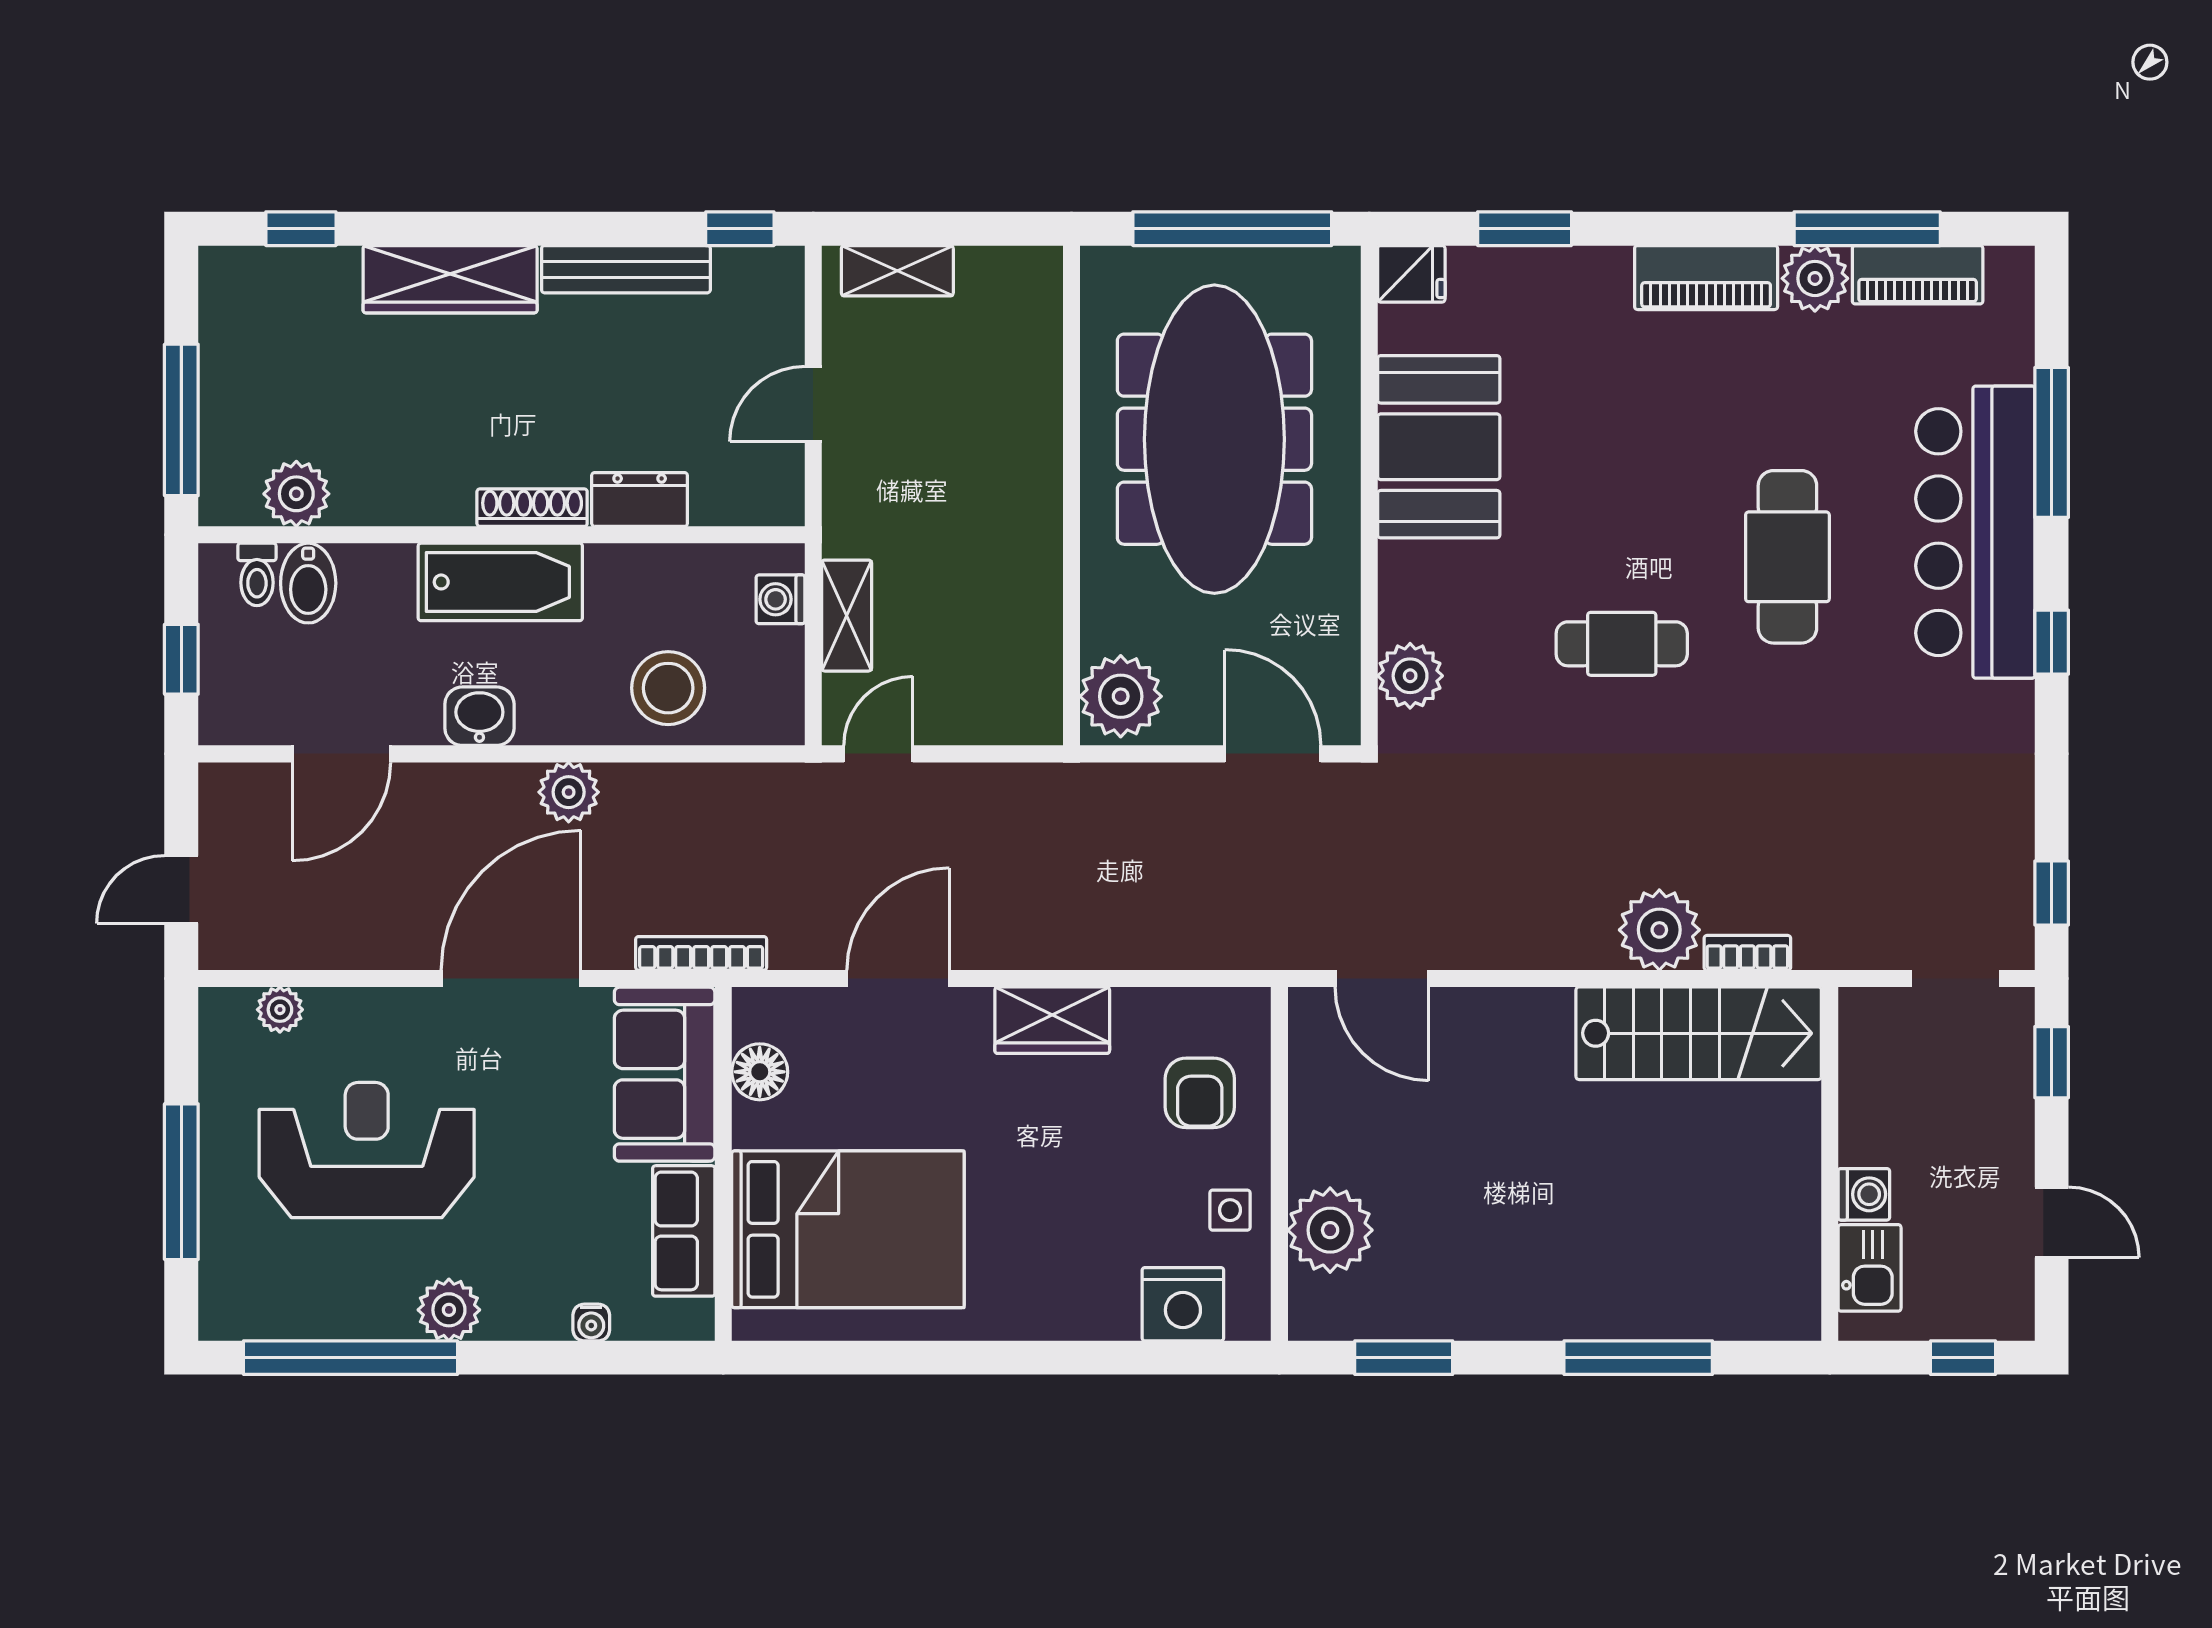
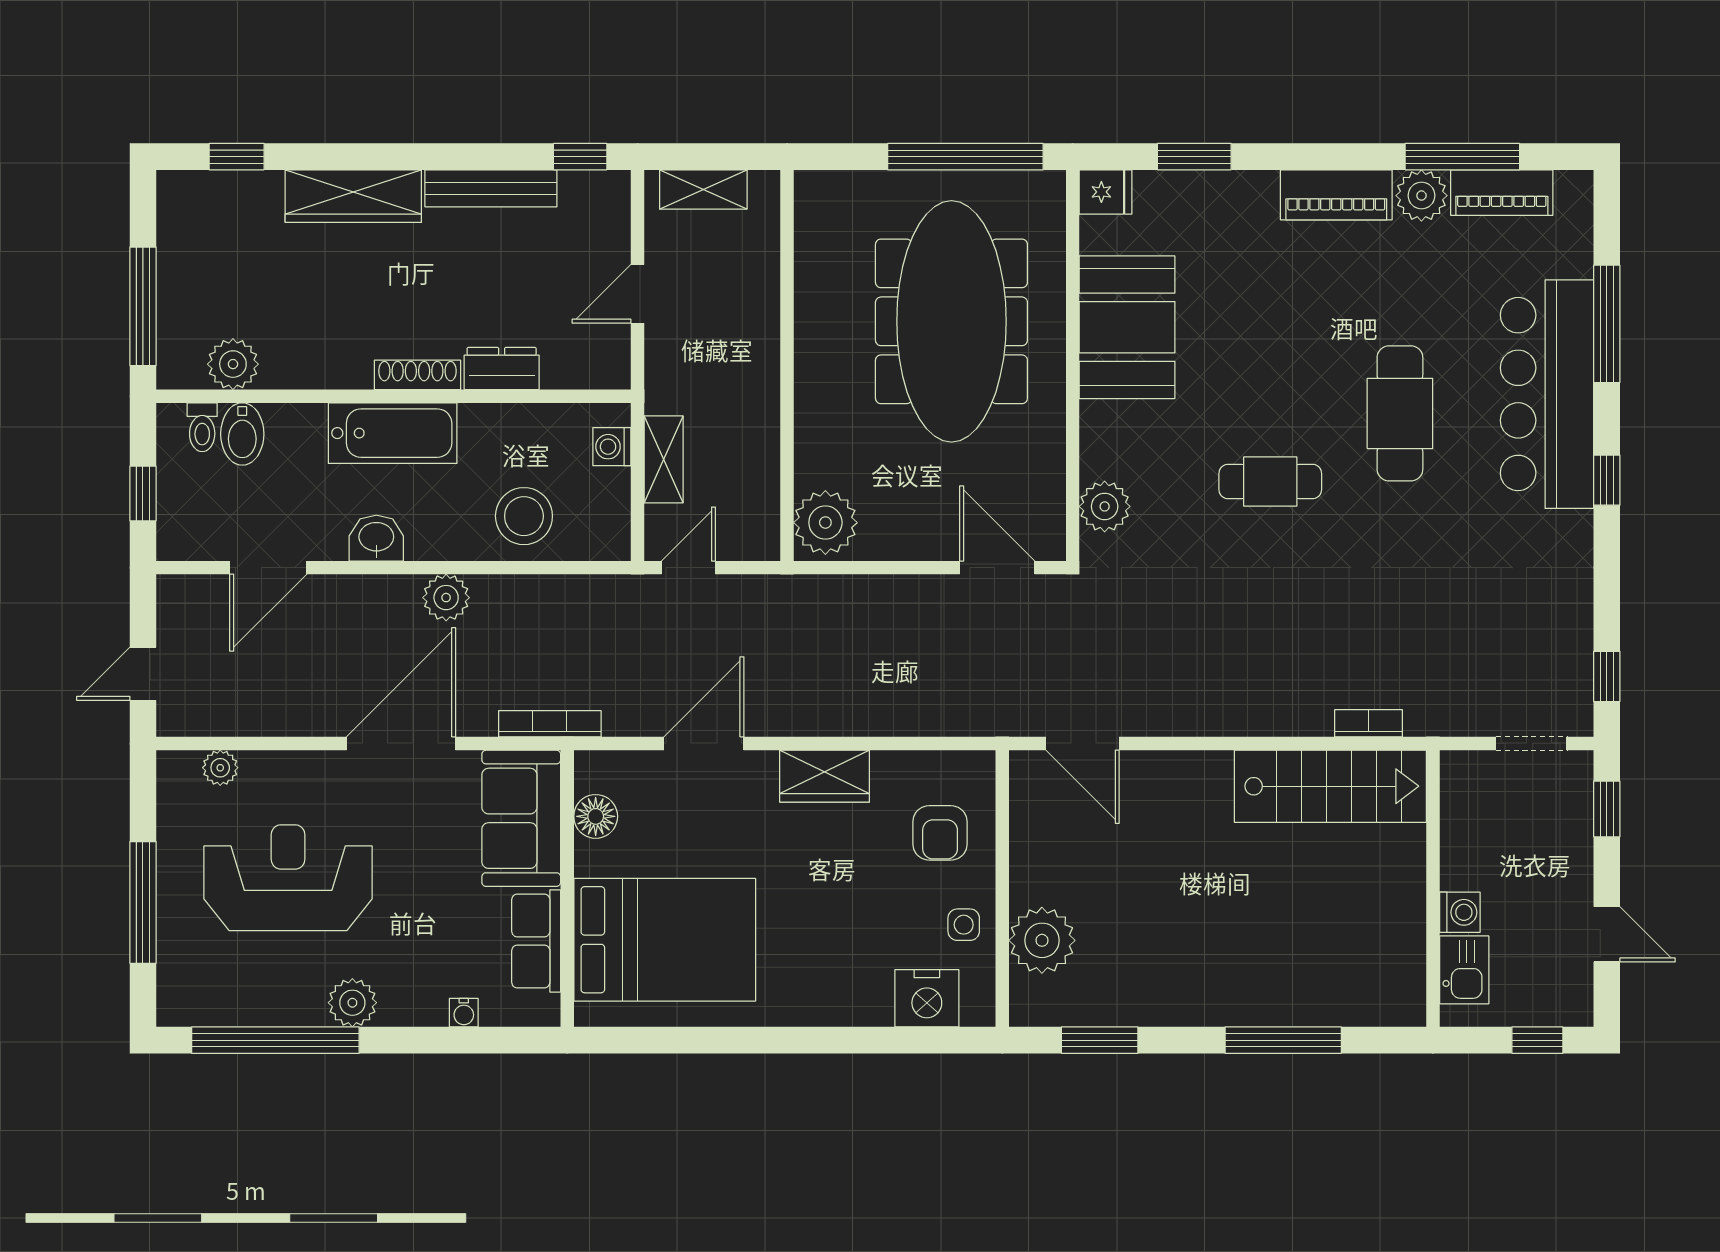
wall: (1072, 495) -> (787, 365), moved
plant: (1121, 696) -> (825, 523), moved
plant: (1659, 930) -> (1300, 705), removed

